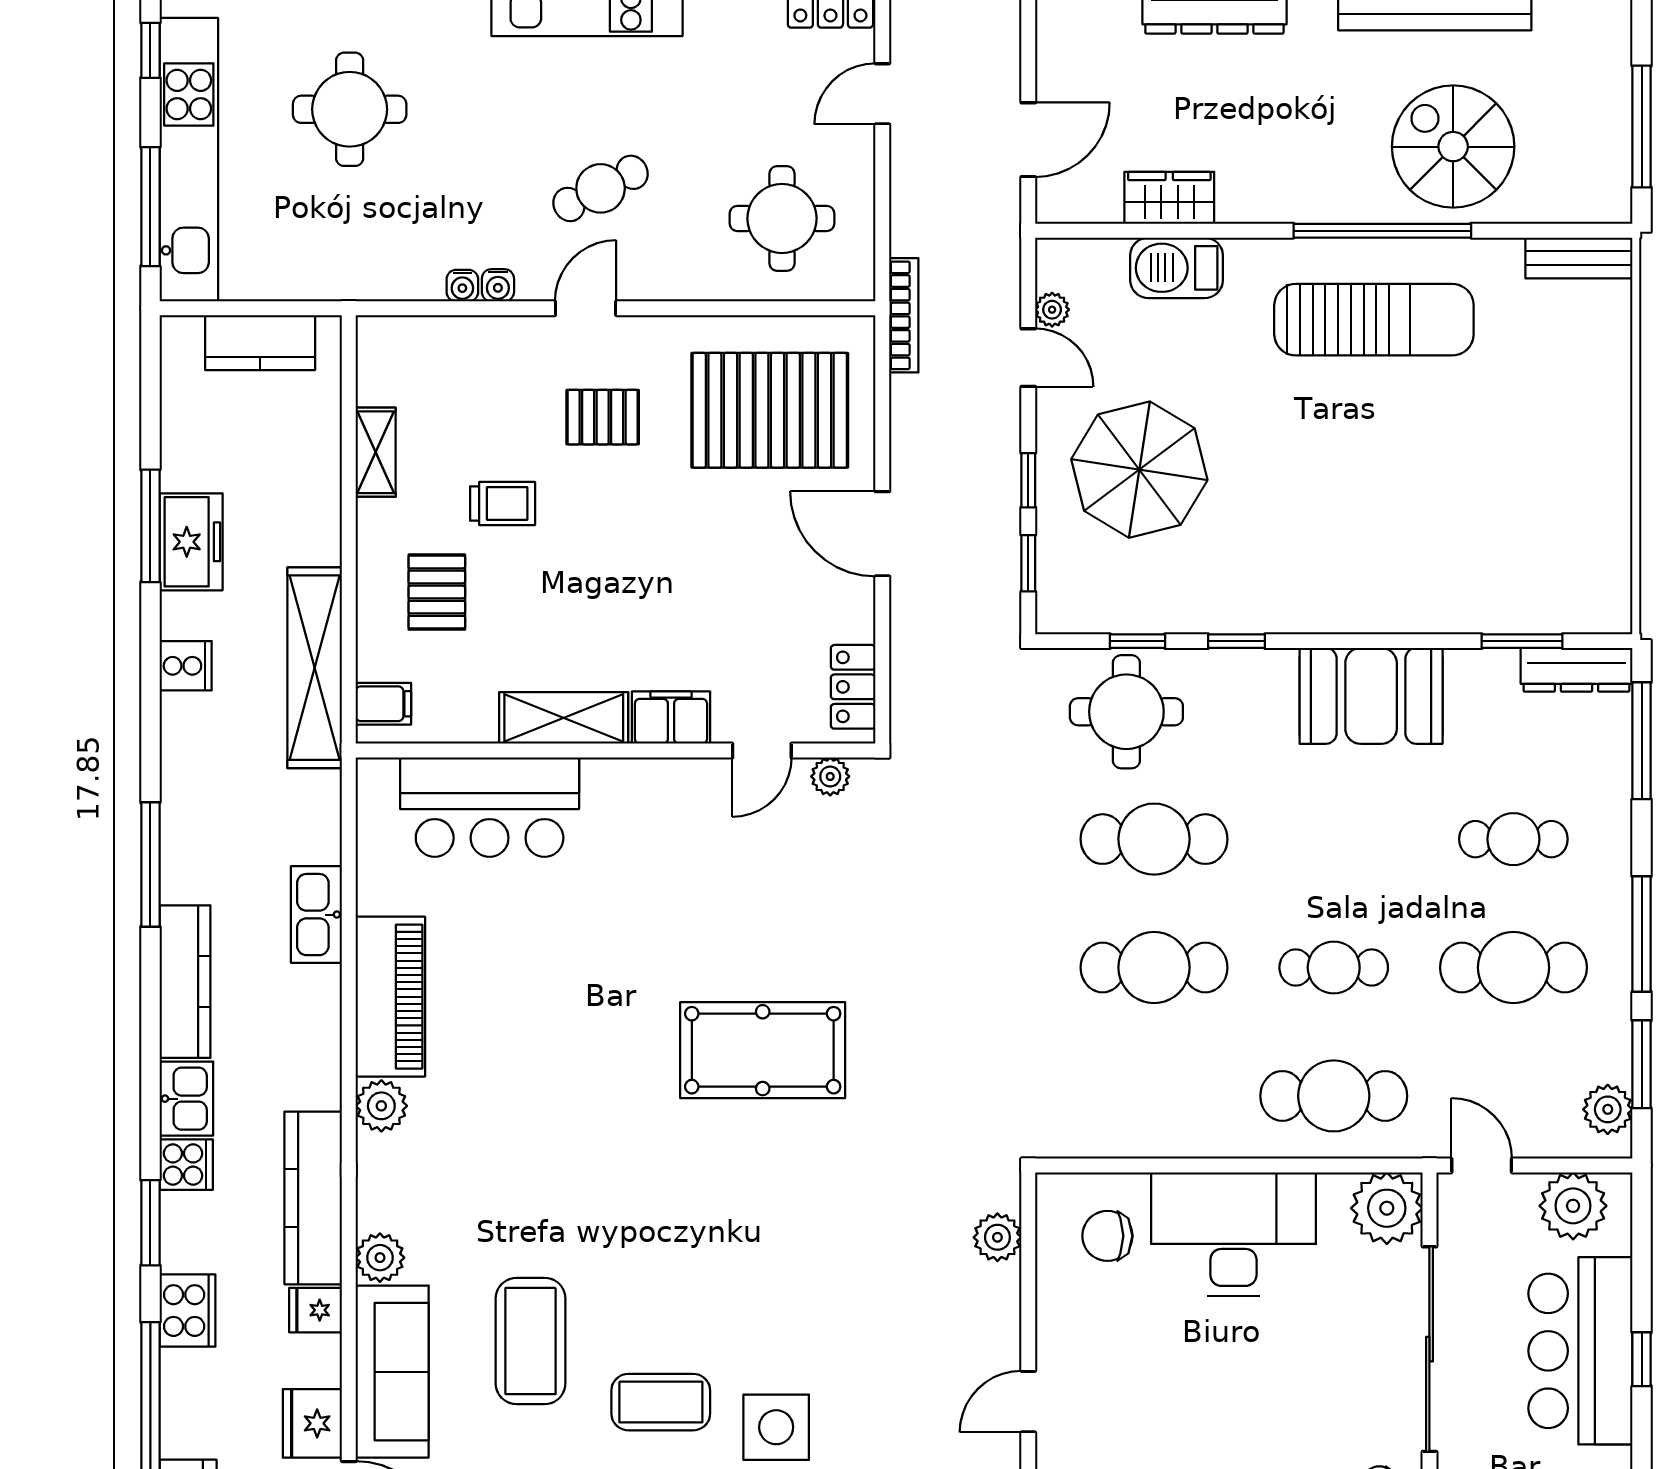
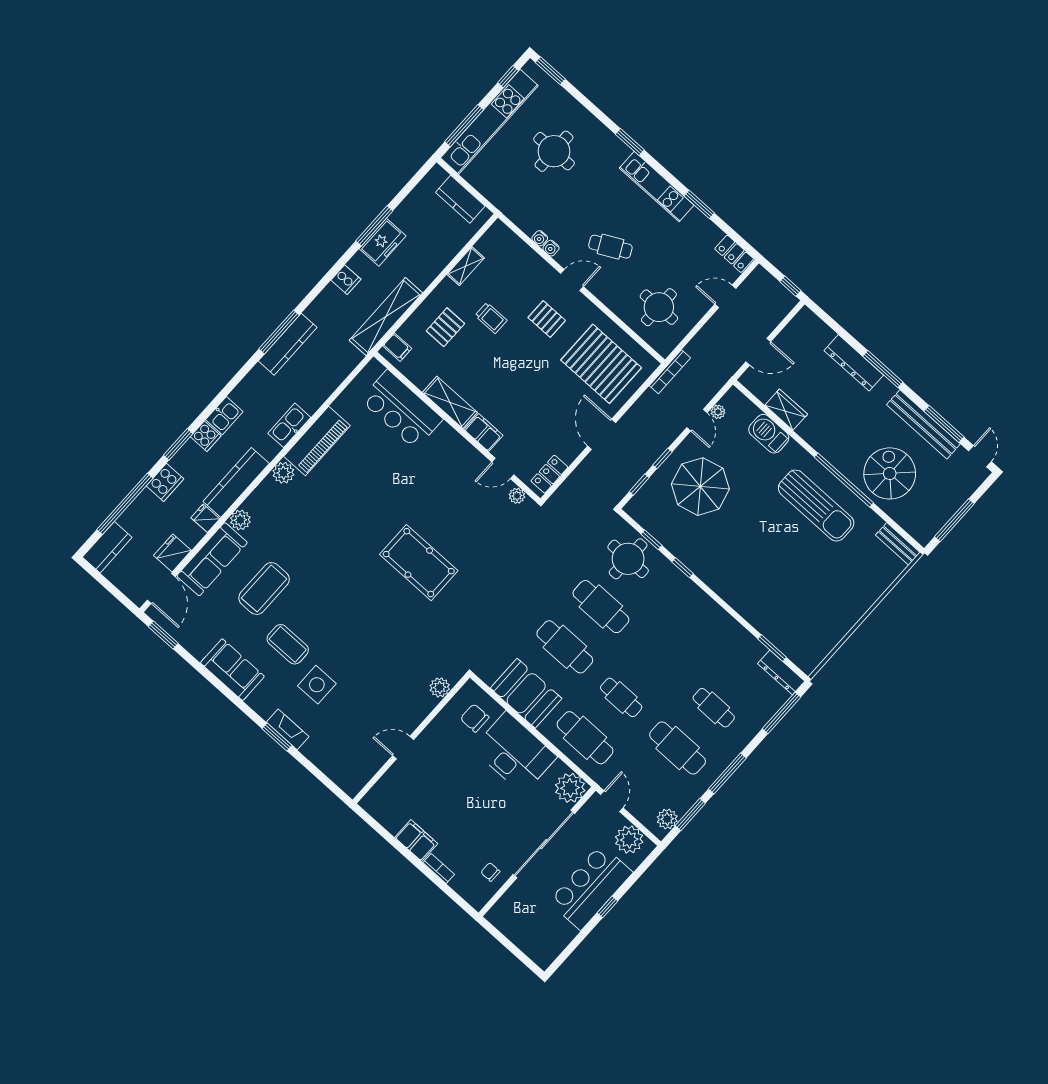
booth: (1371, 696) -> (526, 693), moved
kitchen sink: (316, 915) -> (289, 425), moved
kitchen counter: (185, 982) -> (288, 344), moved

